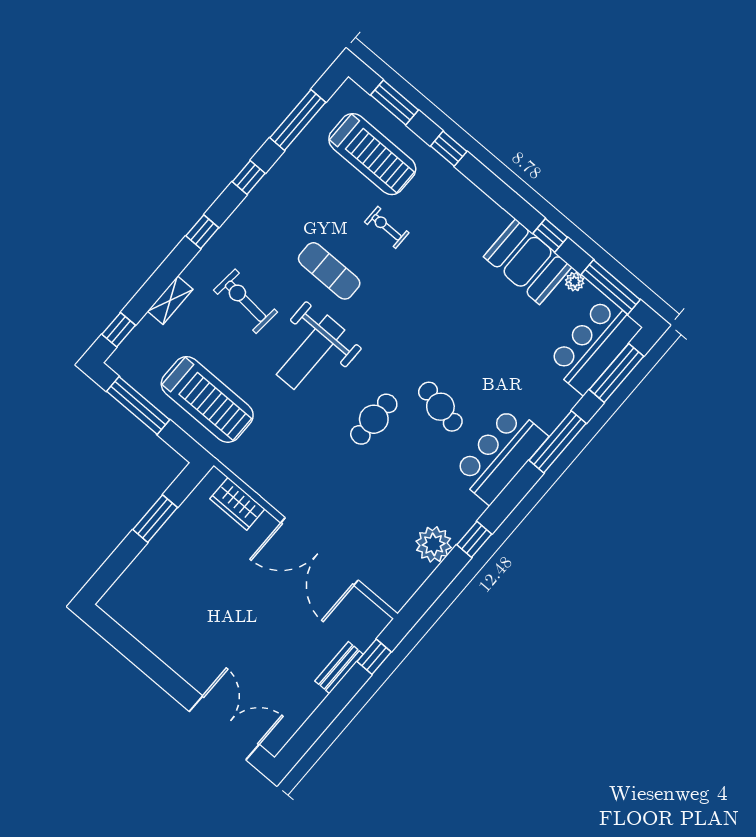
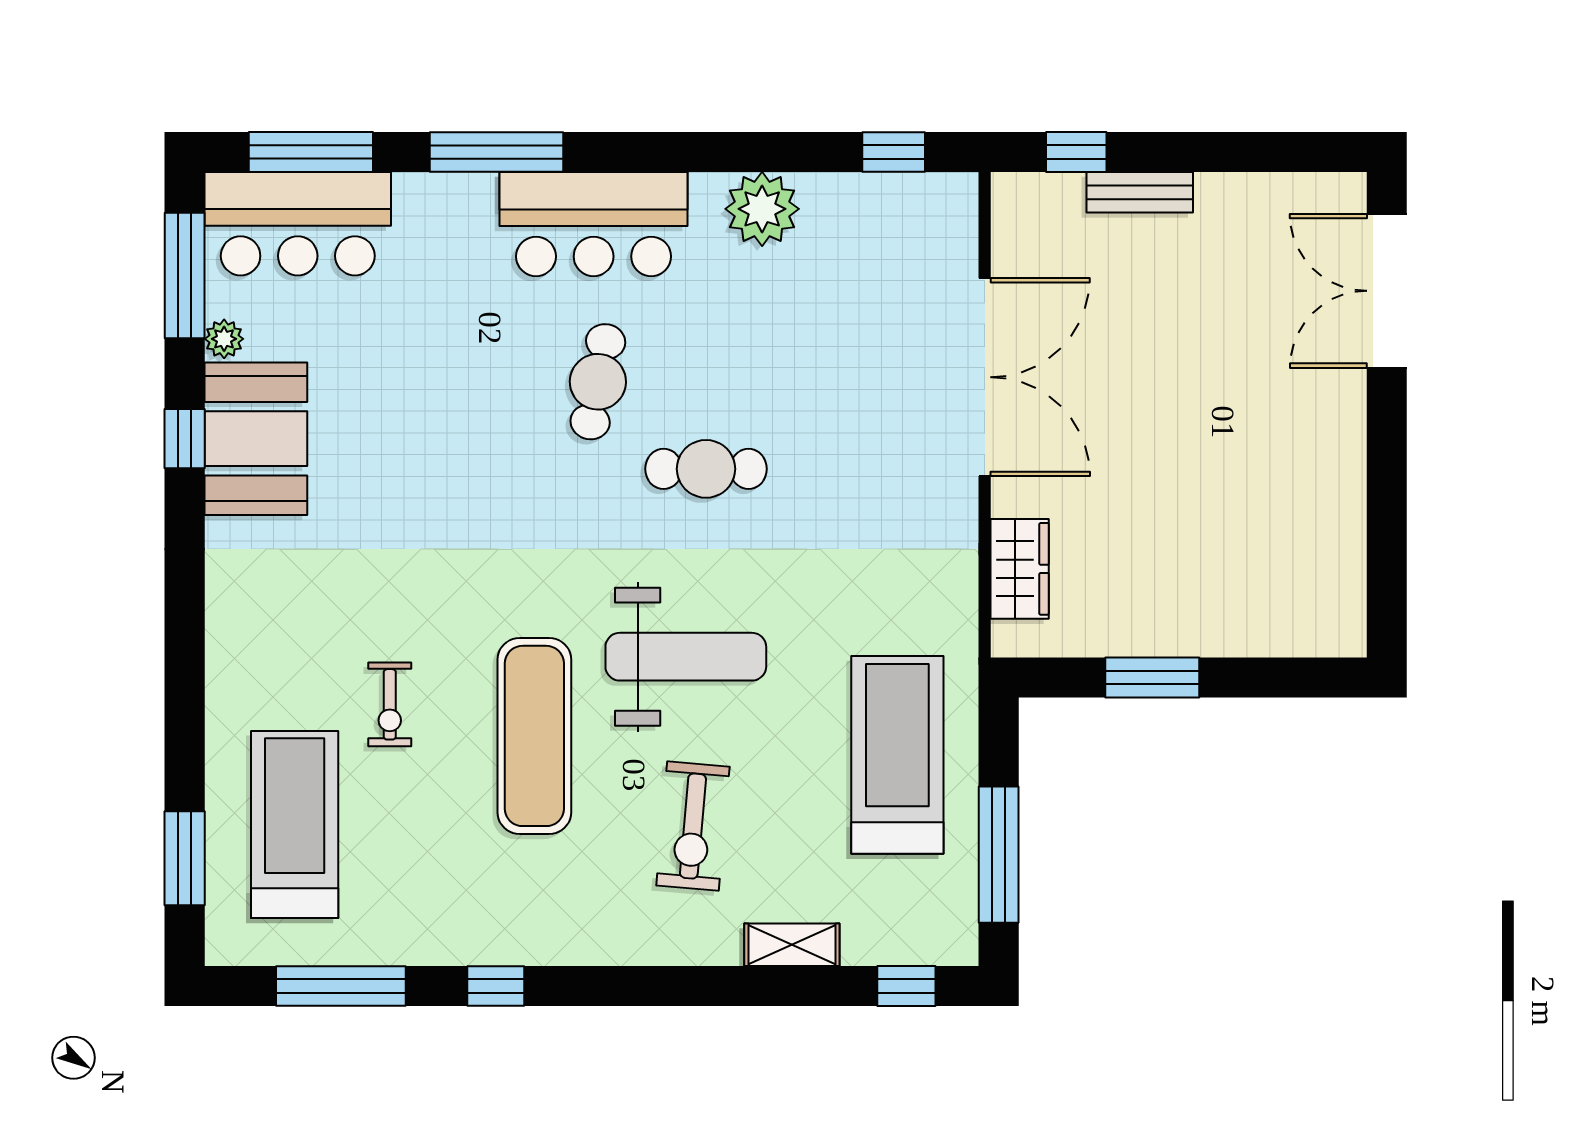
window: (449, 149) -> (185, 712), removed
window: (202, 232) -> (642, 986), removed
exercise mat: (329, 271) -> (534, 736), width x1.36, depth x1.45
window: (474, 539) -> (894, 152), moved
plant: (434, 544) -> (762, 209), moved

